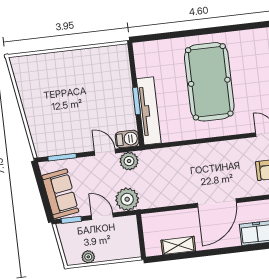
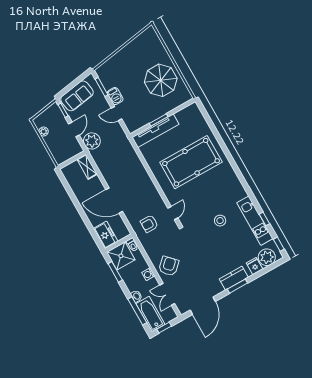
parasol: (86, 76) -> (161, 80), added
barbecue: (127, 139) -> (115, 96), moved
door: (105, 152) -> (116, 114), swing flipped
plant: (129, 161) -> (117, 132), removed
shelving: (178, 245) -> (87, 167), moved

